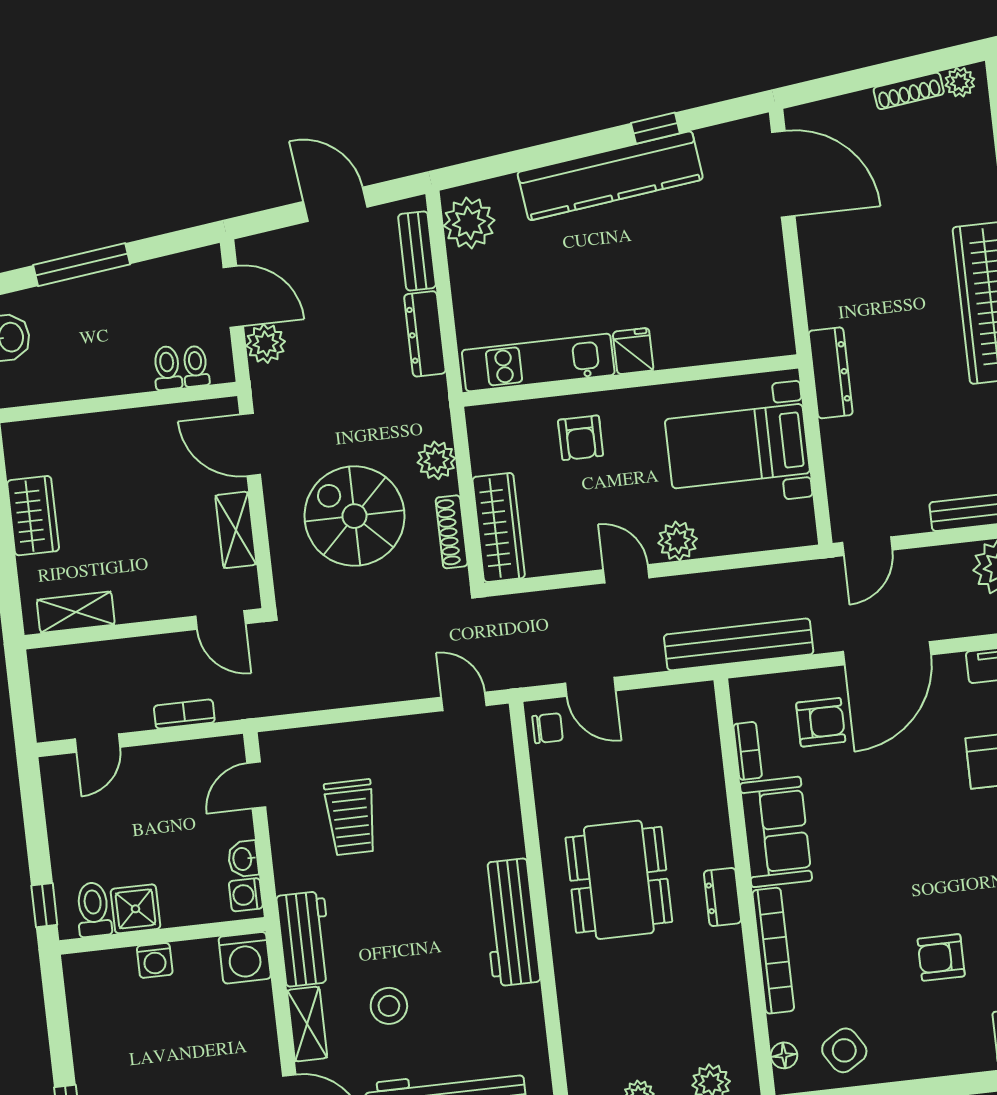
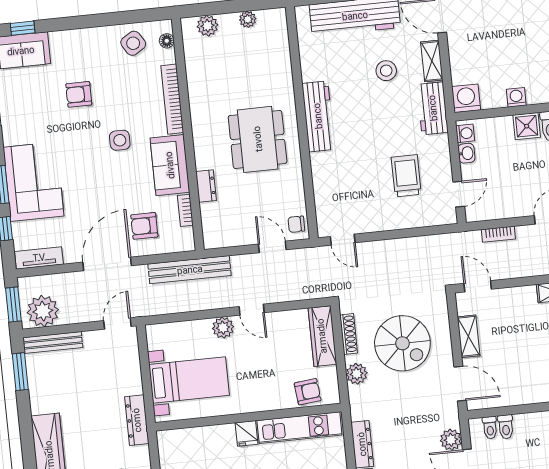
armchair: (581, 438) -> (308, 392), moved, turned 84
side table: (867, 876) -> (120, 140), added
dresser: (722, 897) -> (206, 186), moved
armchair: (941, 957) -> (79, 94), turned 180

